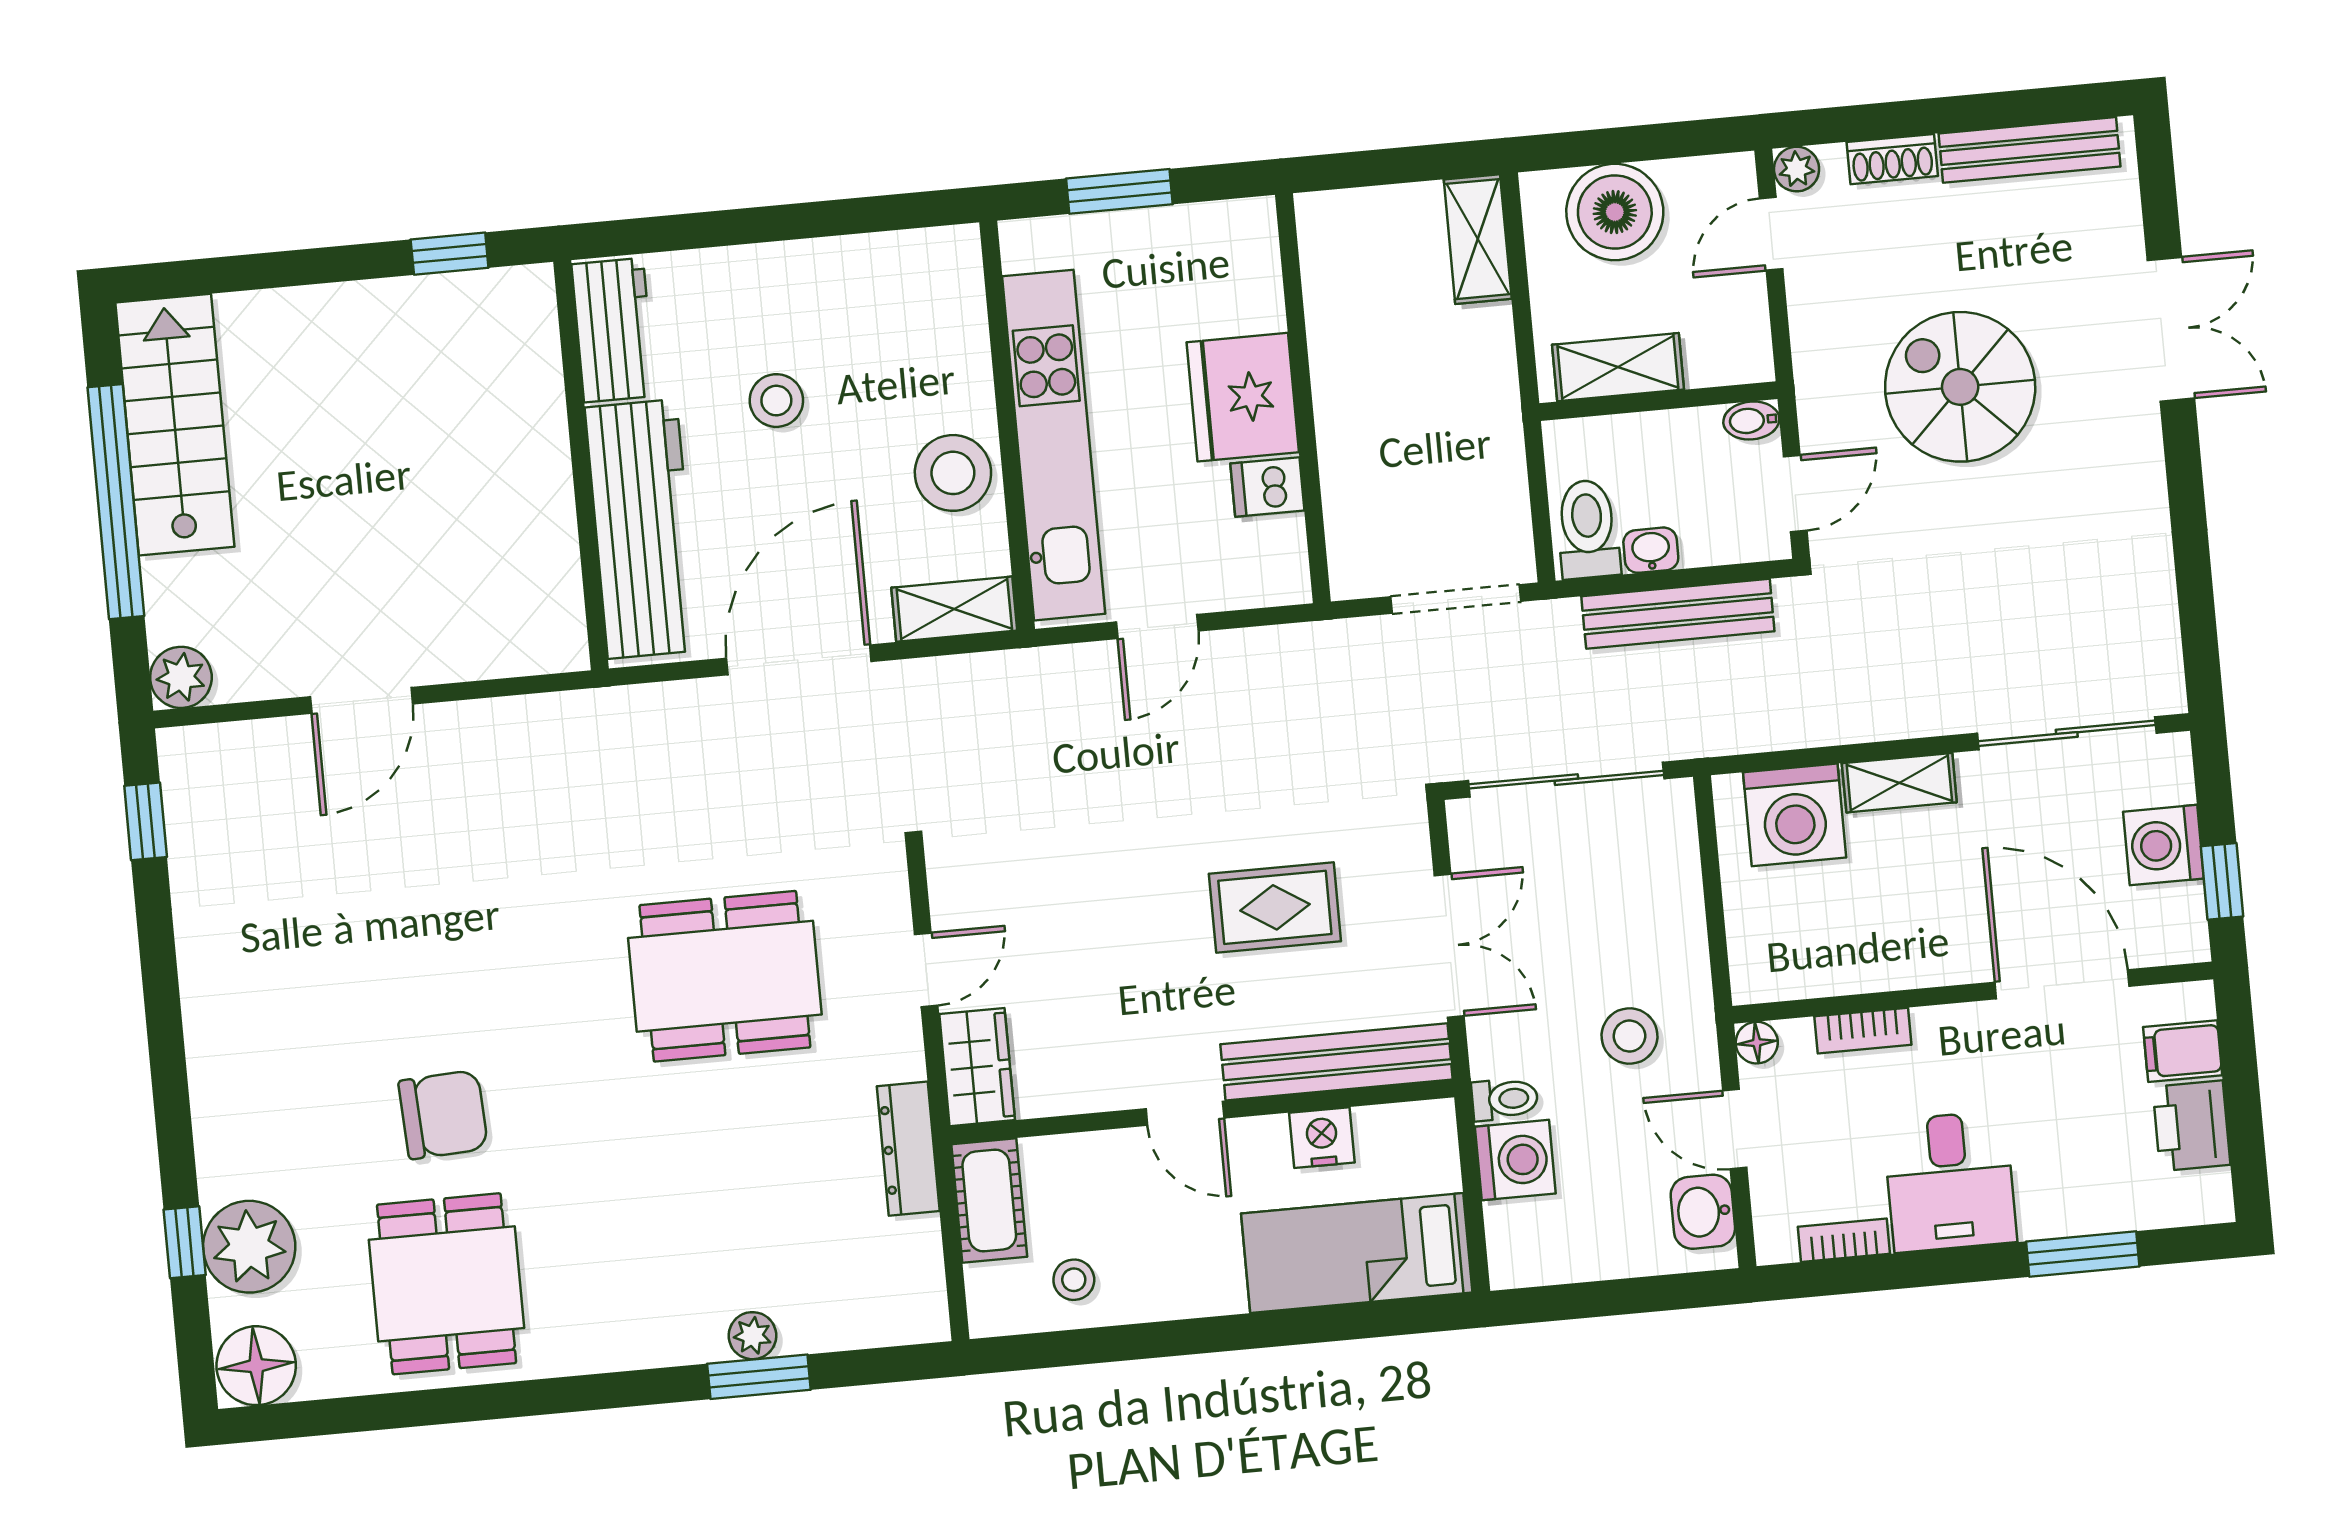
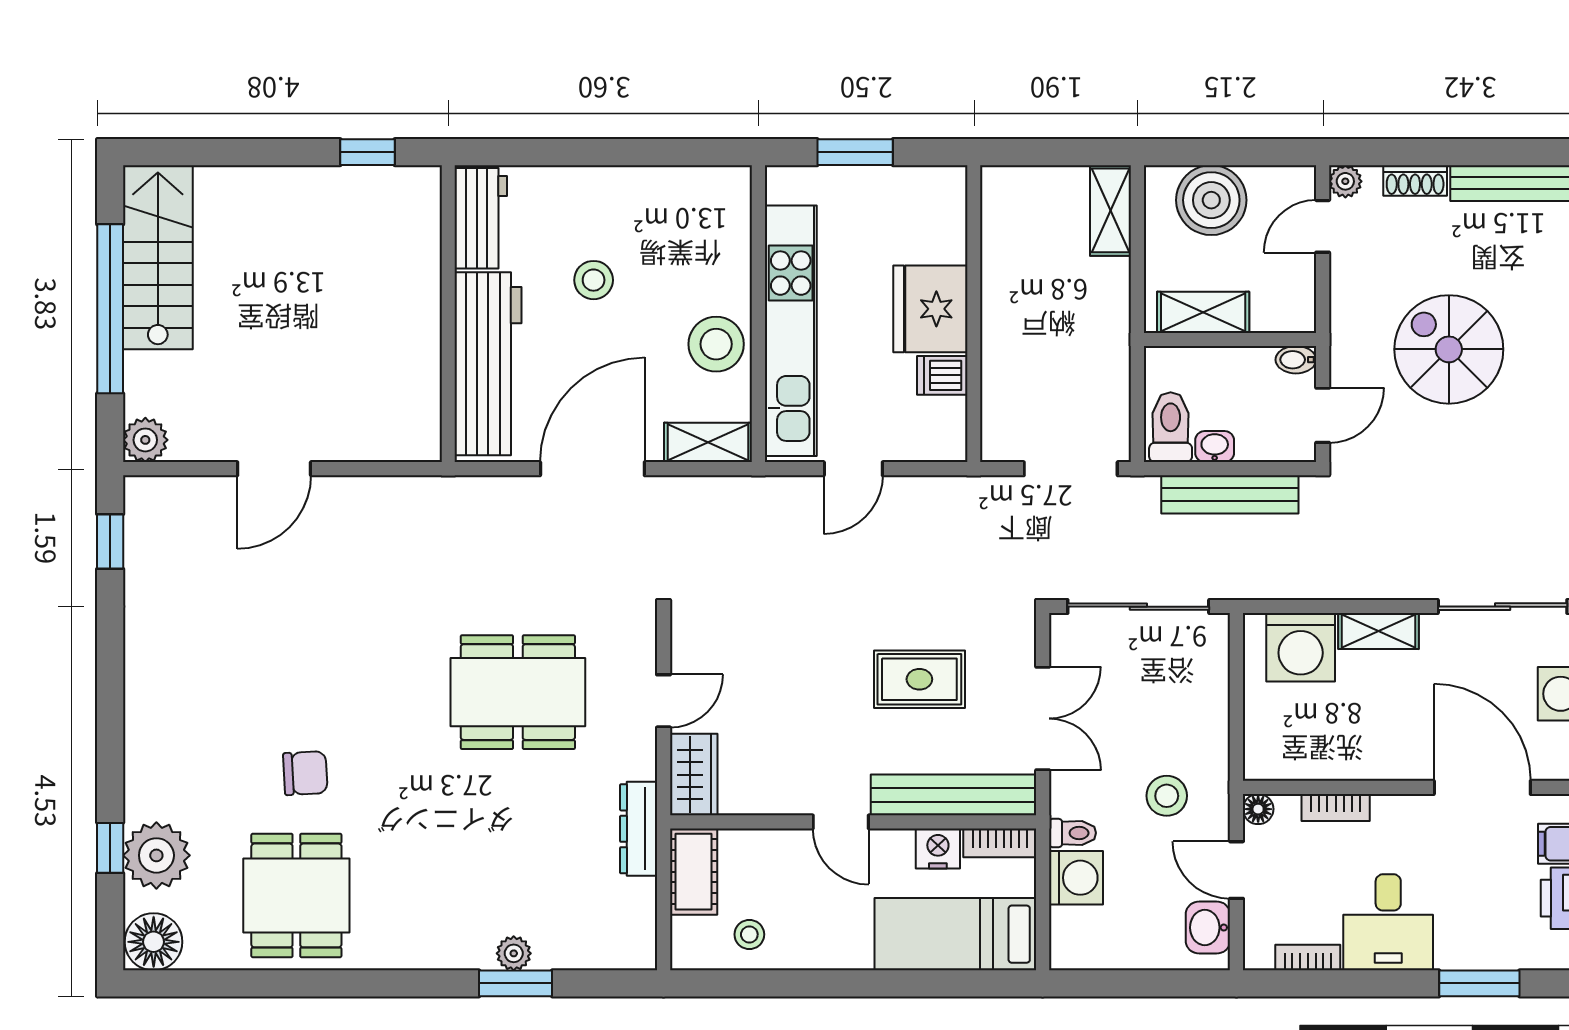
chair: (443, 1115) -> (305, 773), width x0.73, depth x0.73
bookcase: (1406, 1122) -> (1000, 843), added

